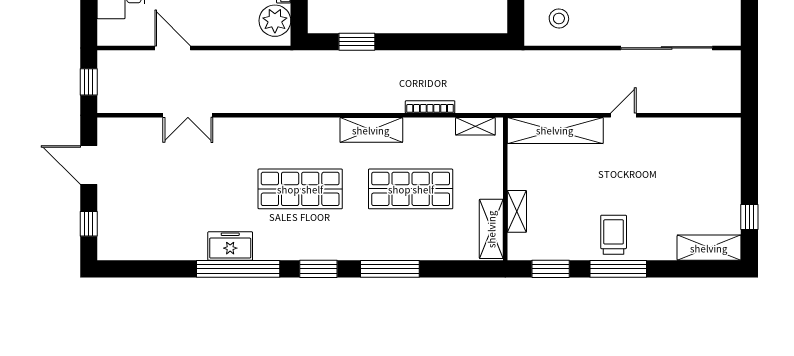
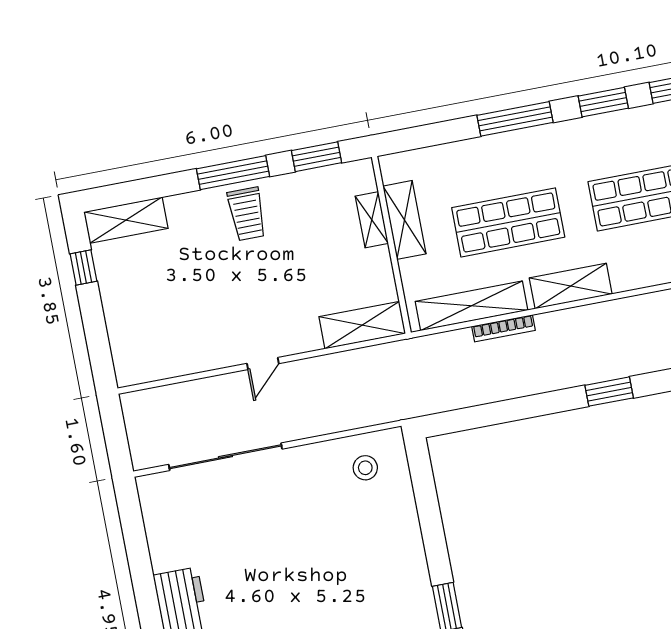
shelving: (475, 126) -> (471, 306), width x2.20, depth x1.33
shelving: (555, 130) -> (362, 325), width x0.68
shelving: (491, 229) -> (404, 220), moved

